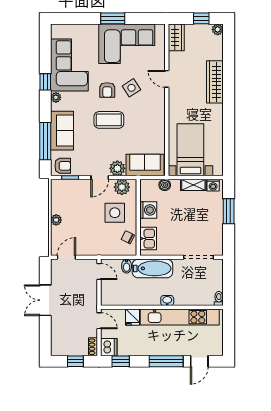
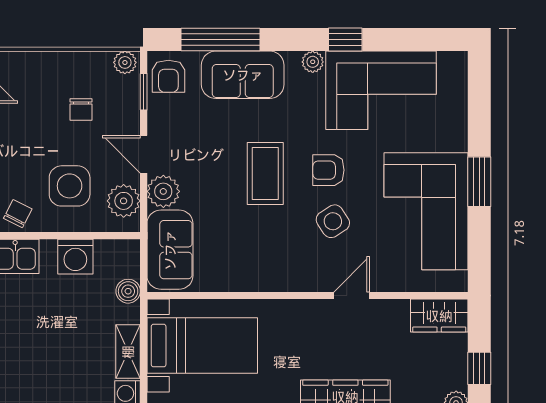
chair: (78, 207) -> (81, 110), added
plant: (56, 220) -> (125, 62), moved

